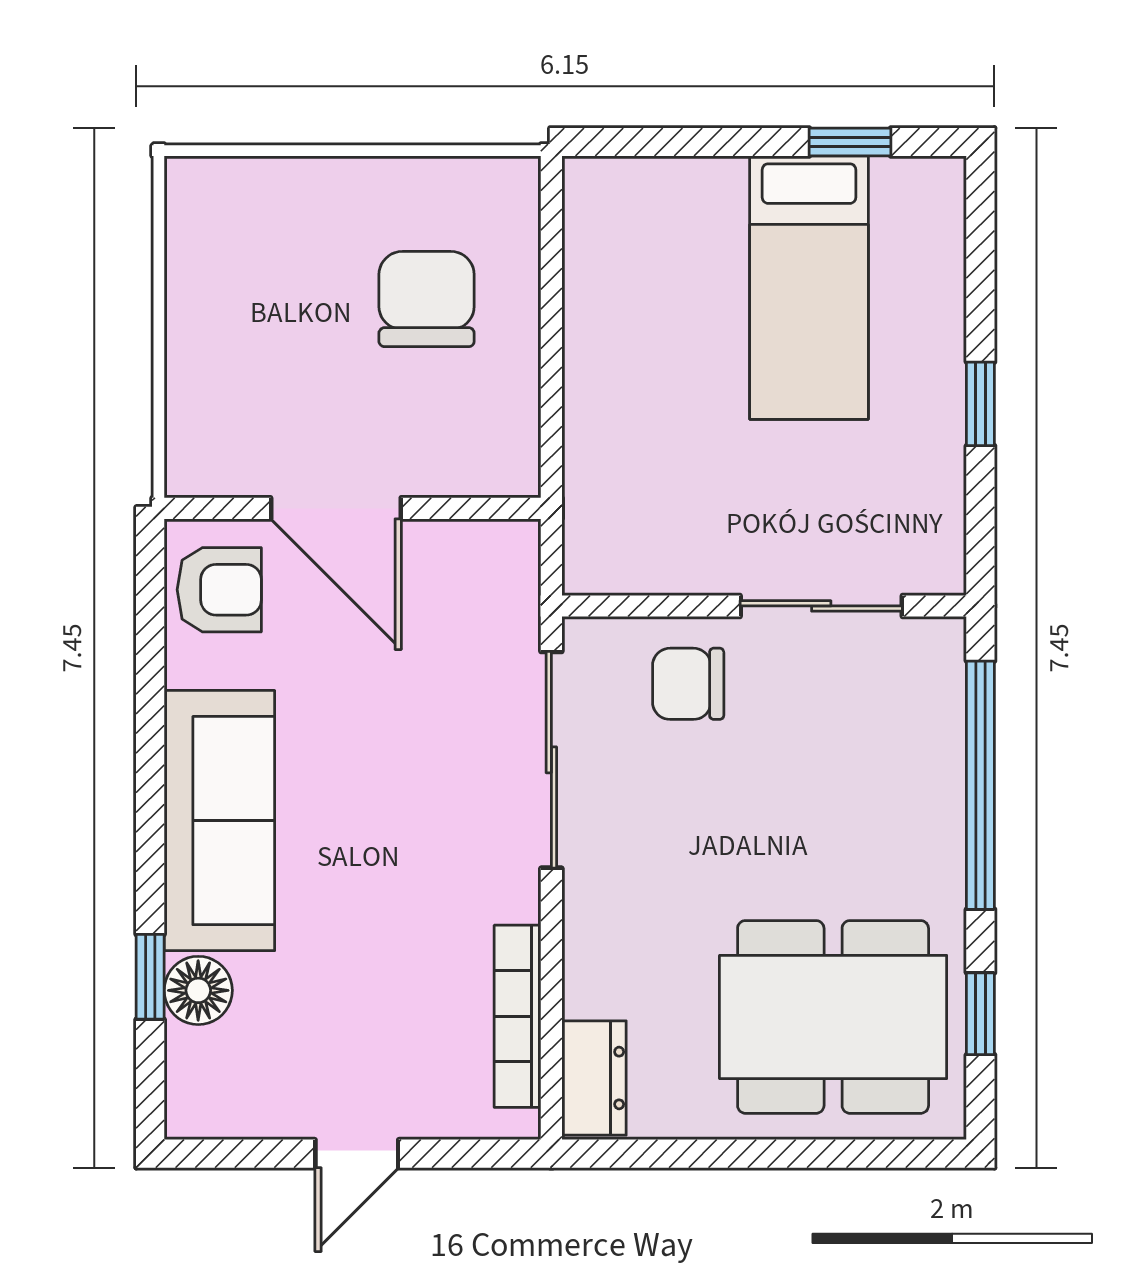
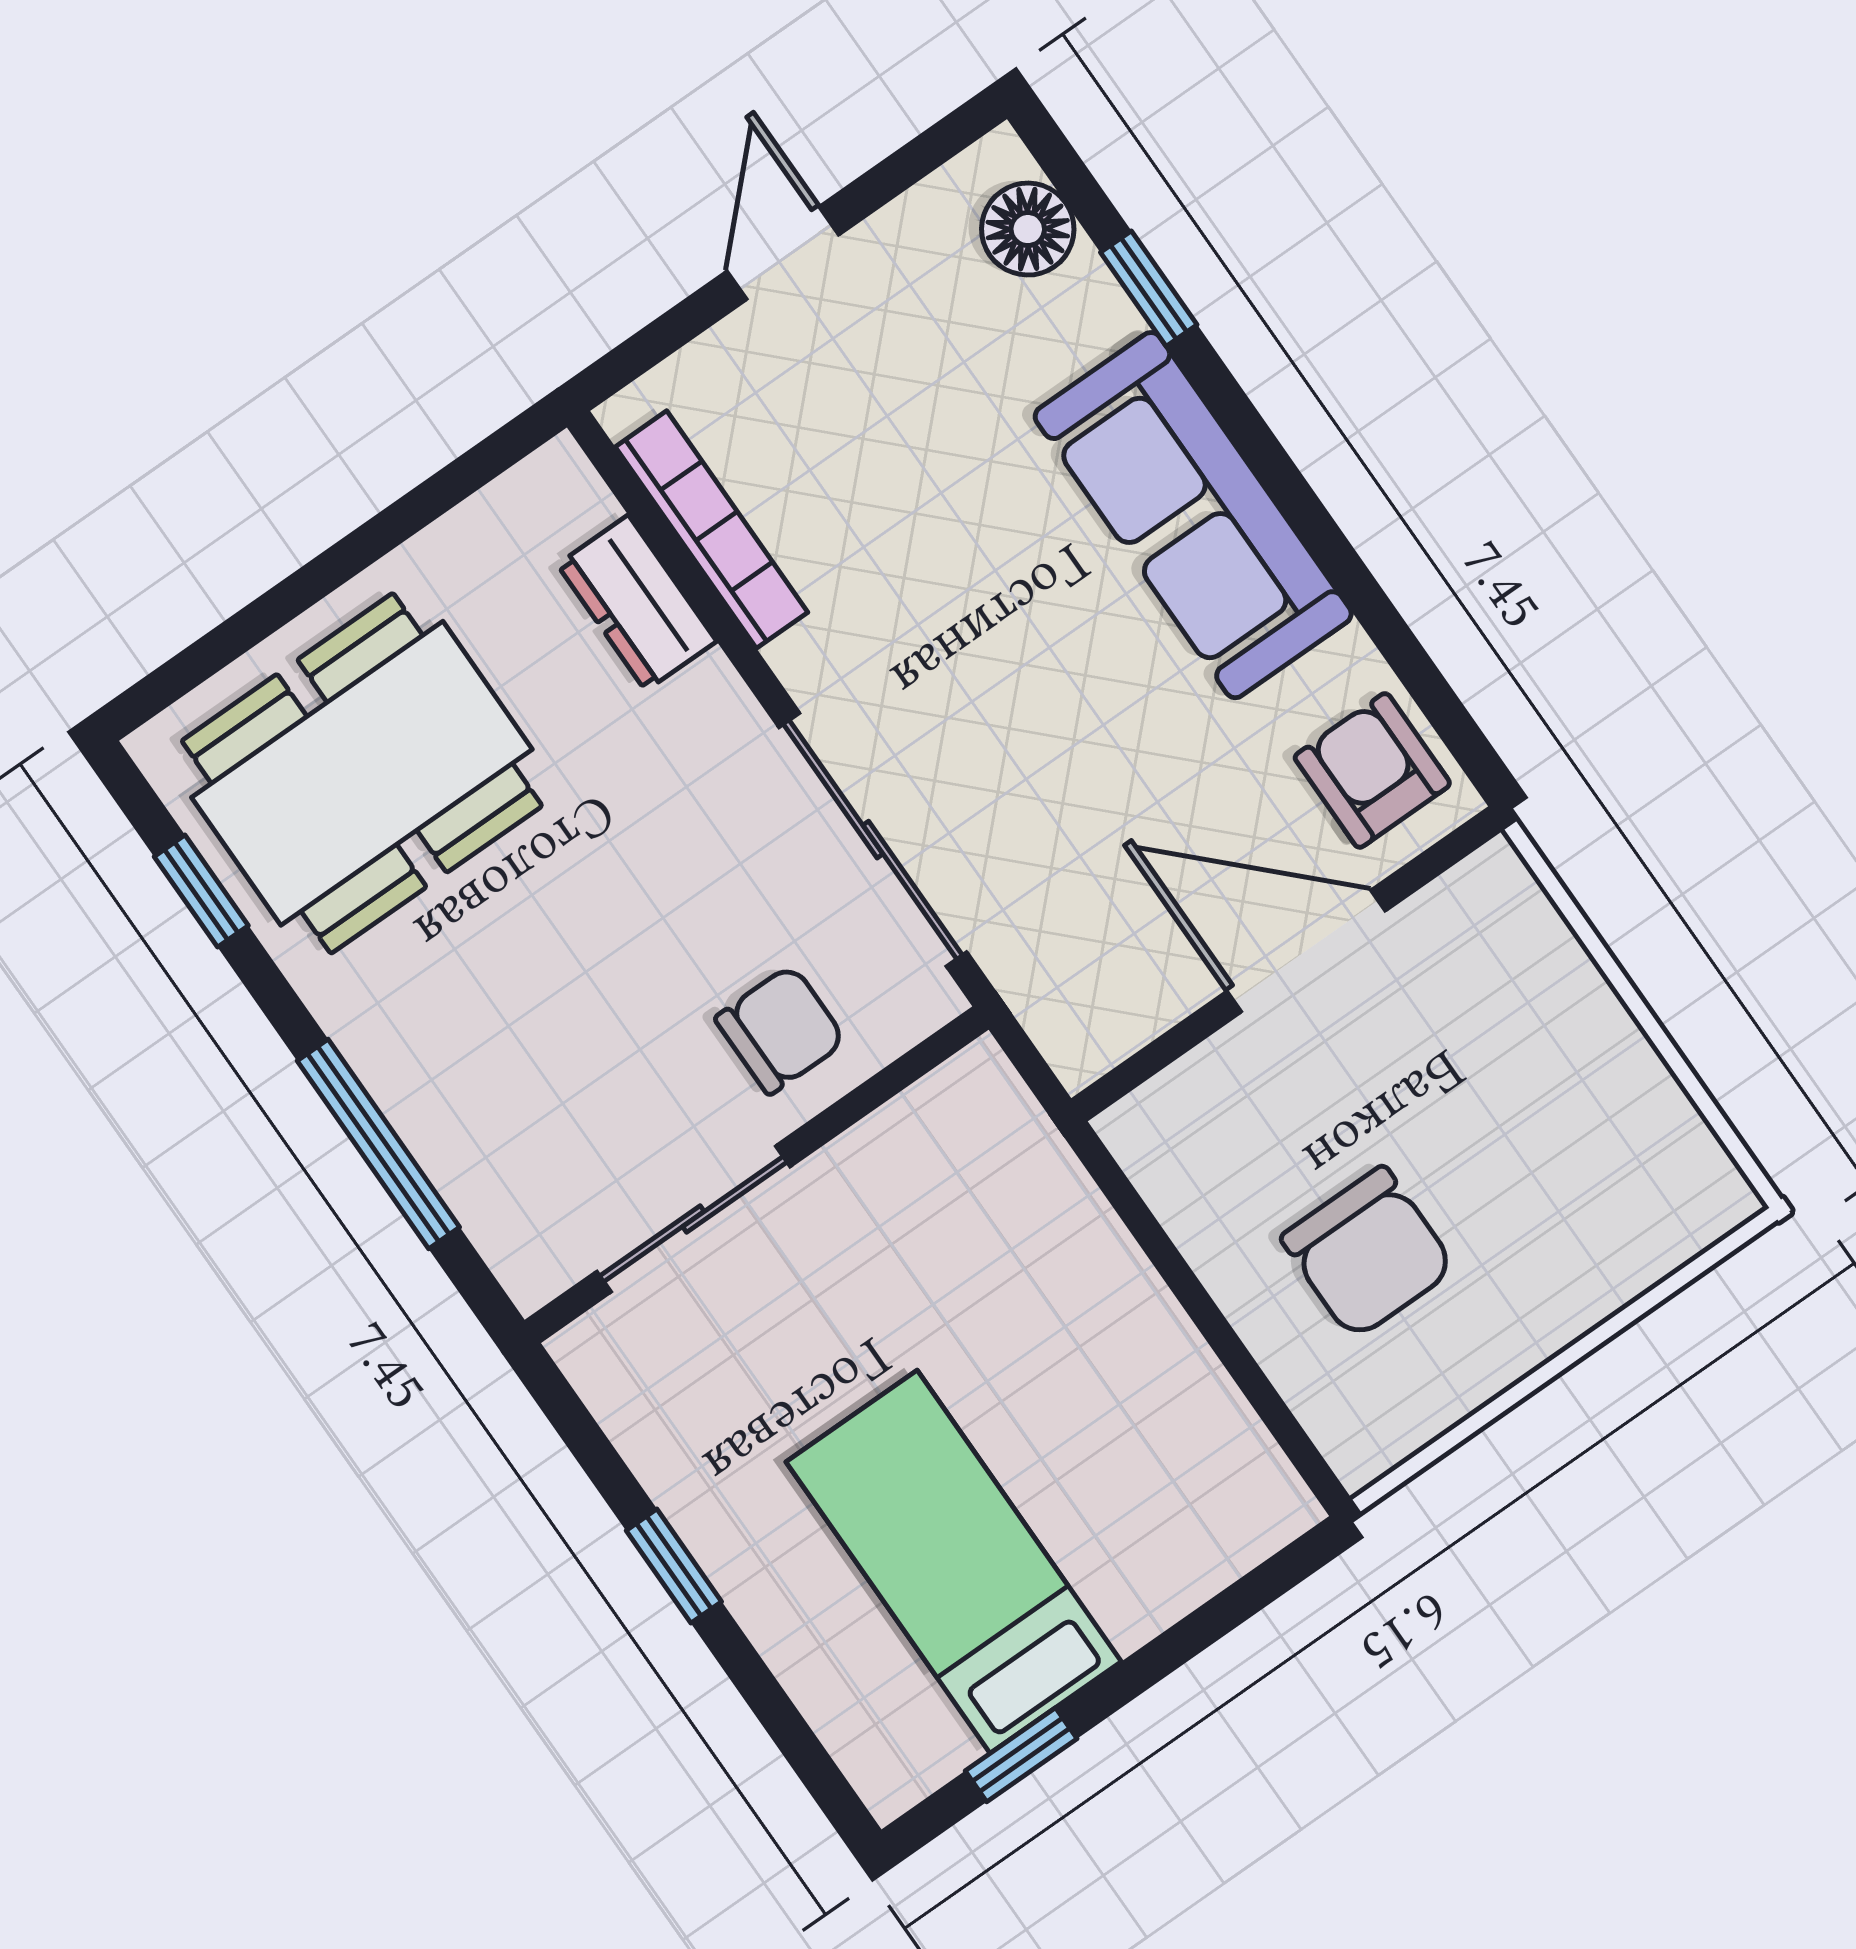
armchair: (219, 590) -> (1372, 770), turned 90
window: (980, 785) -> (378, 1144), width x0.68
floor lamp: (198, 990) -> (1028, 229), moved
dresser: (594, 1078) -> (637, 603), moved

